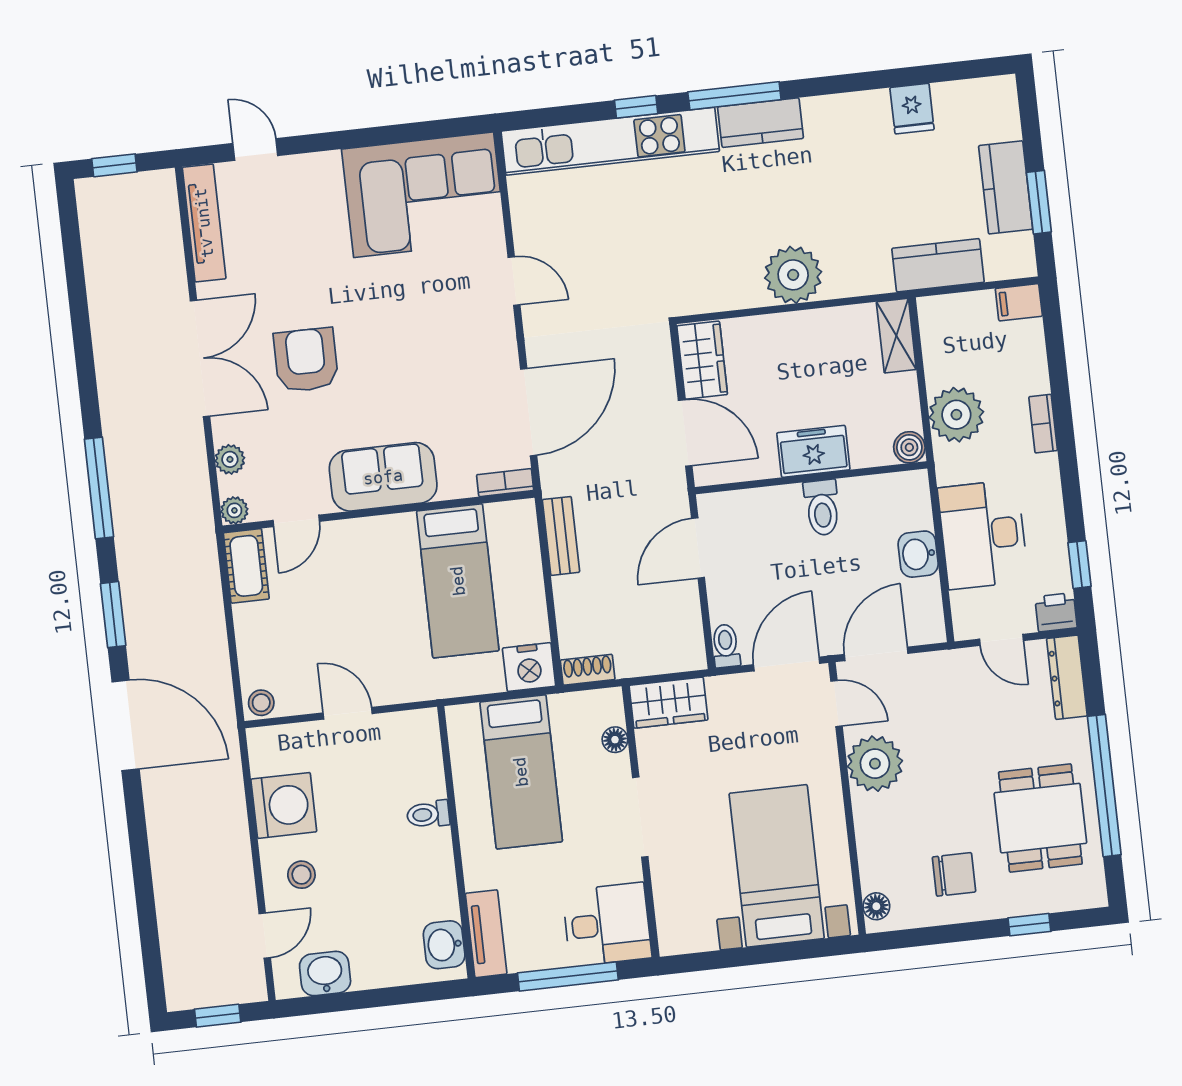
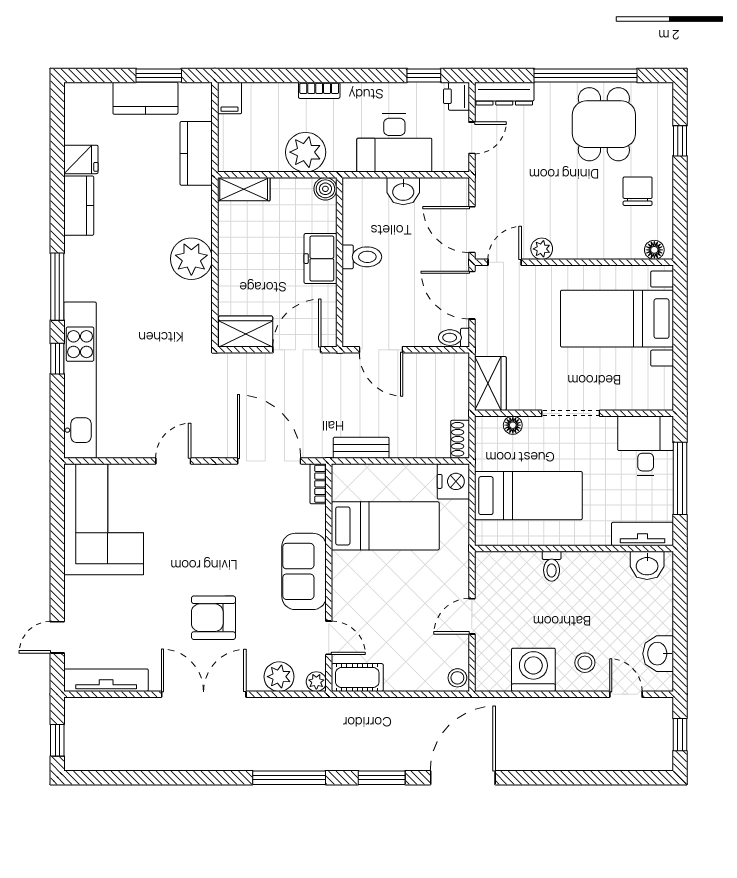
kitchen counter: (761, 123) -> (79, 206), moved
plant: (230, 459) -> (279, 677), width x1.38, depth x1.38
plant: (875, 764) -> (542, 249), width x0.53, depth x0.53
dining table: (1040, 818) -> (604, 124), turned 90

